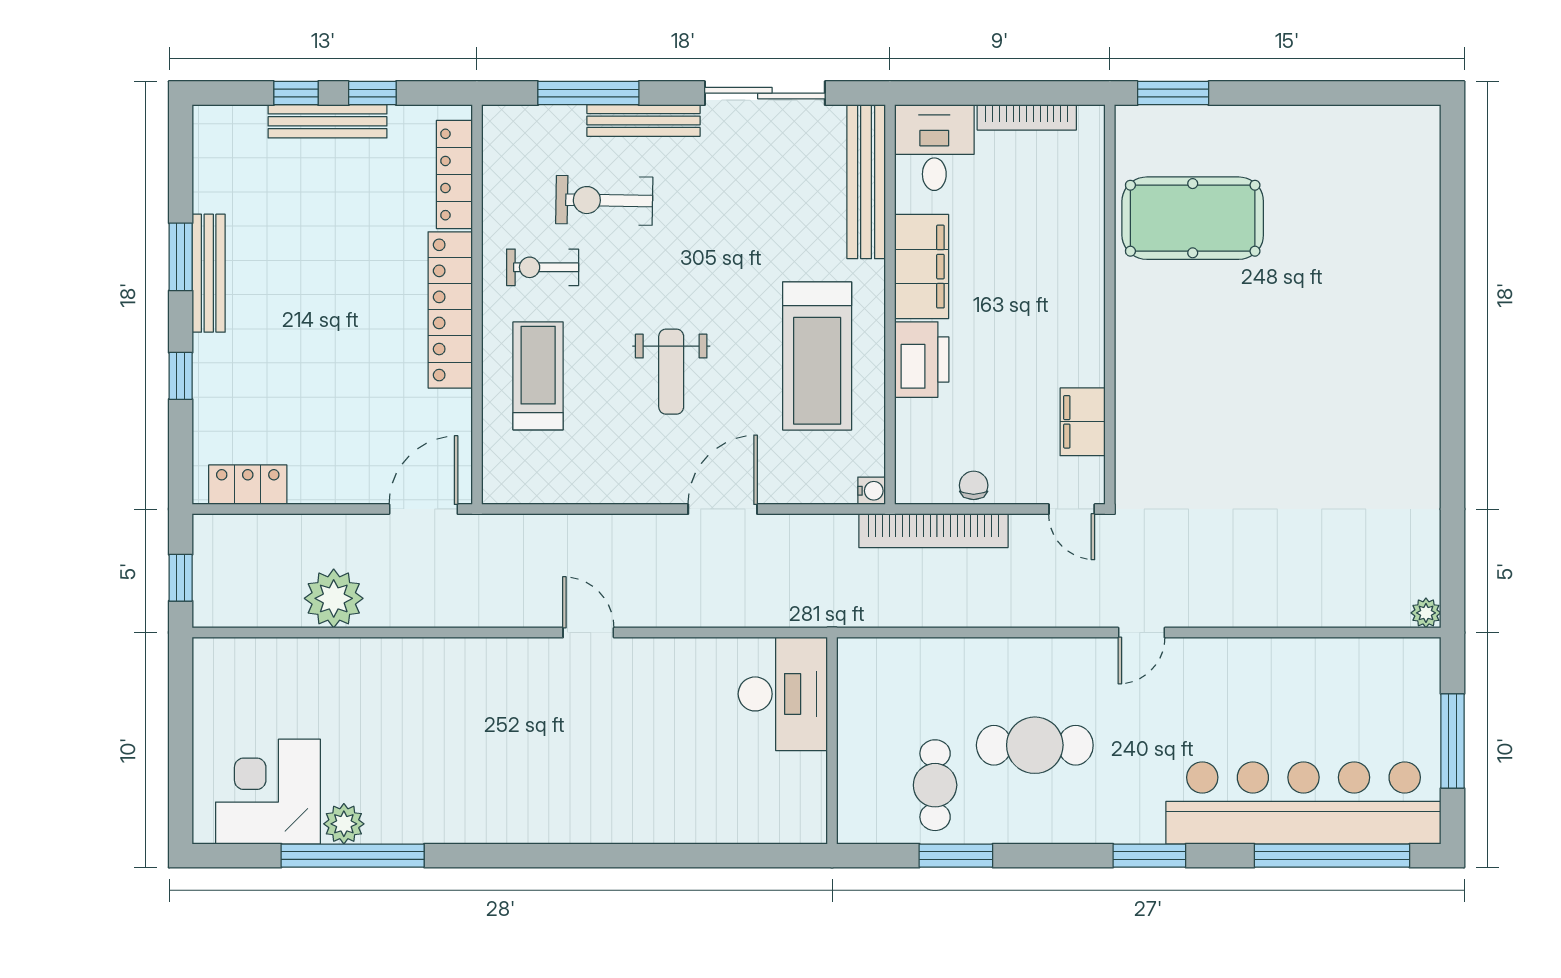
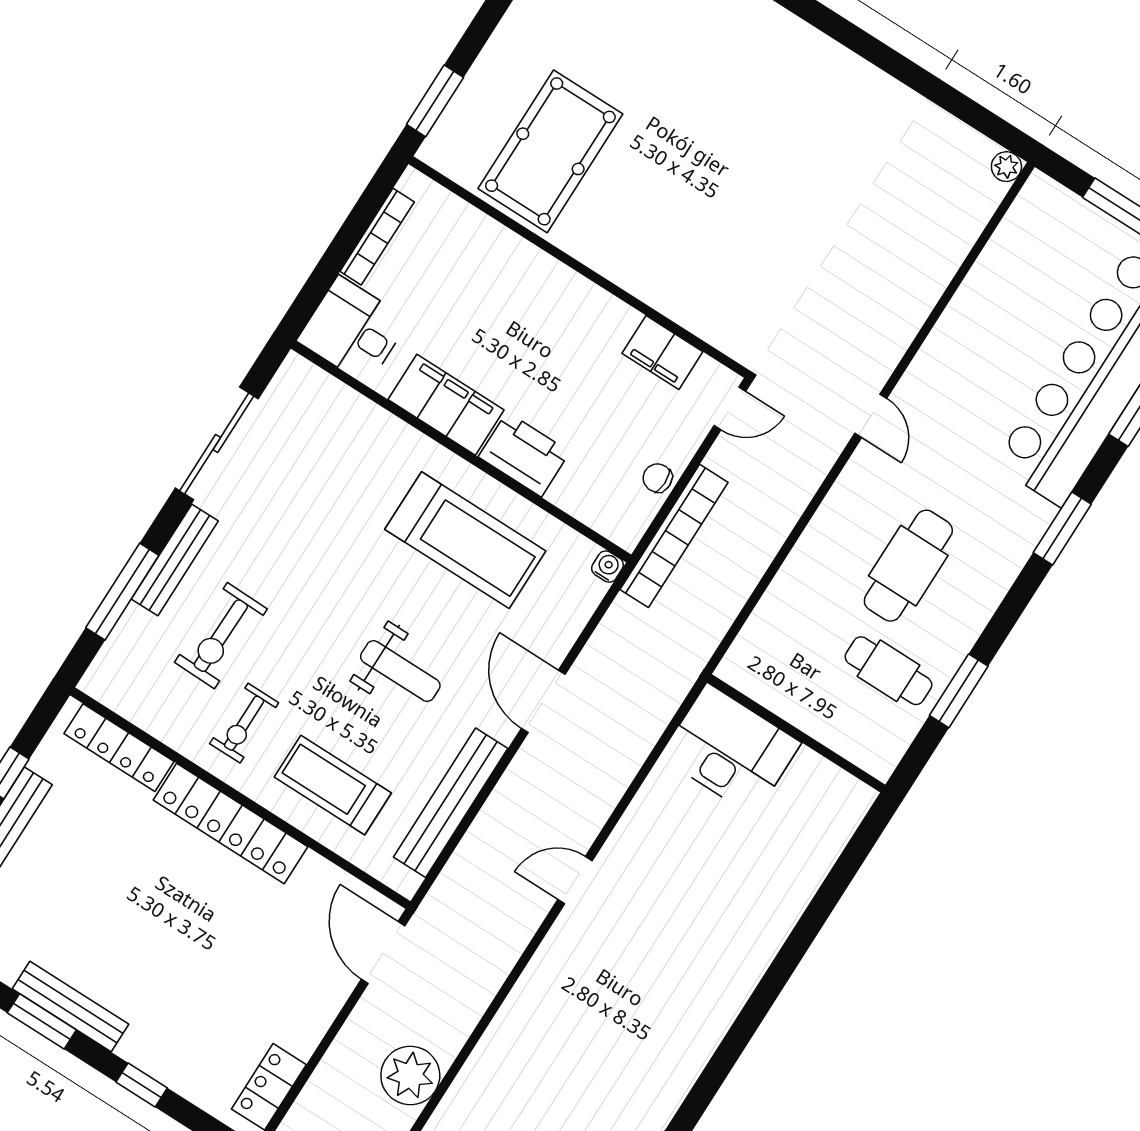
bench: (866, 182) -> (451, 803), moved, turned 90

